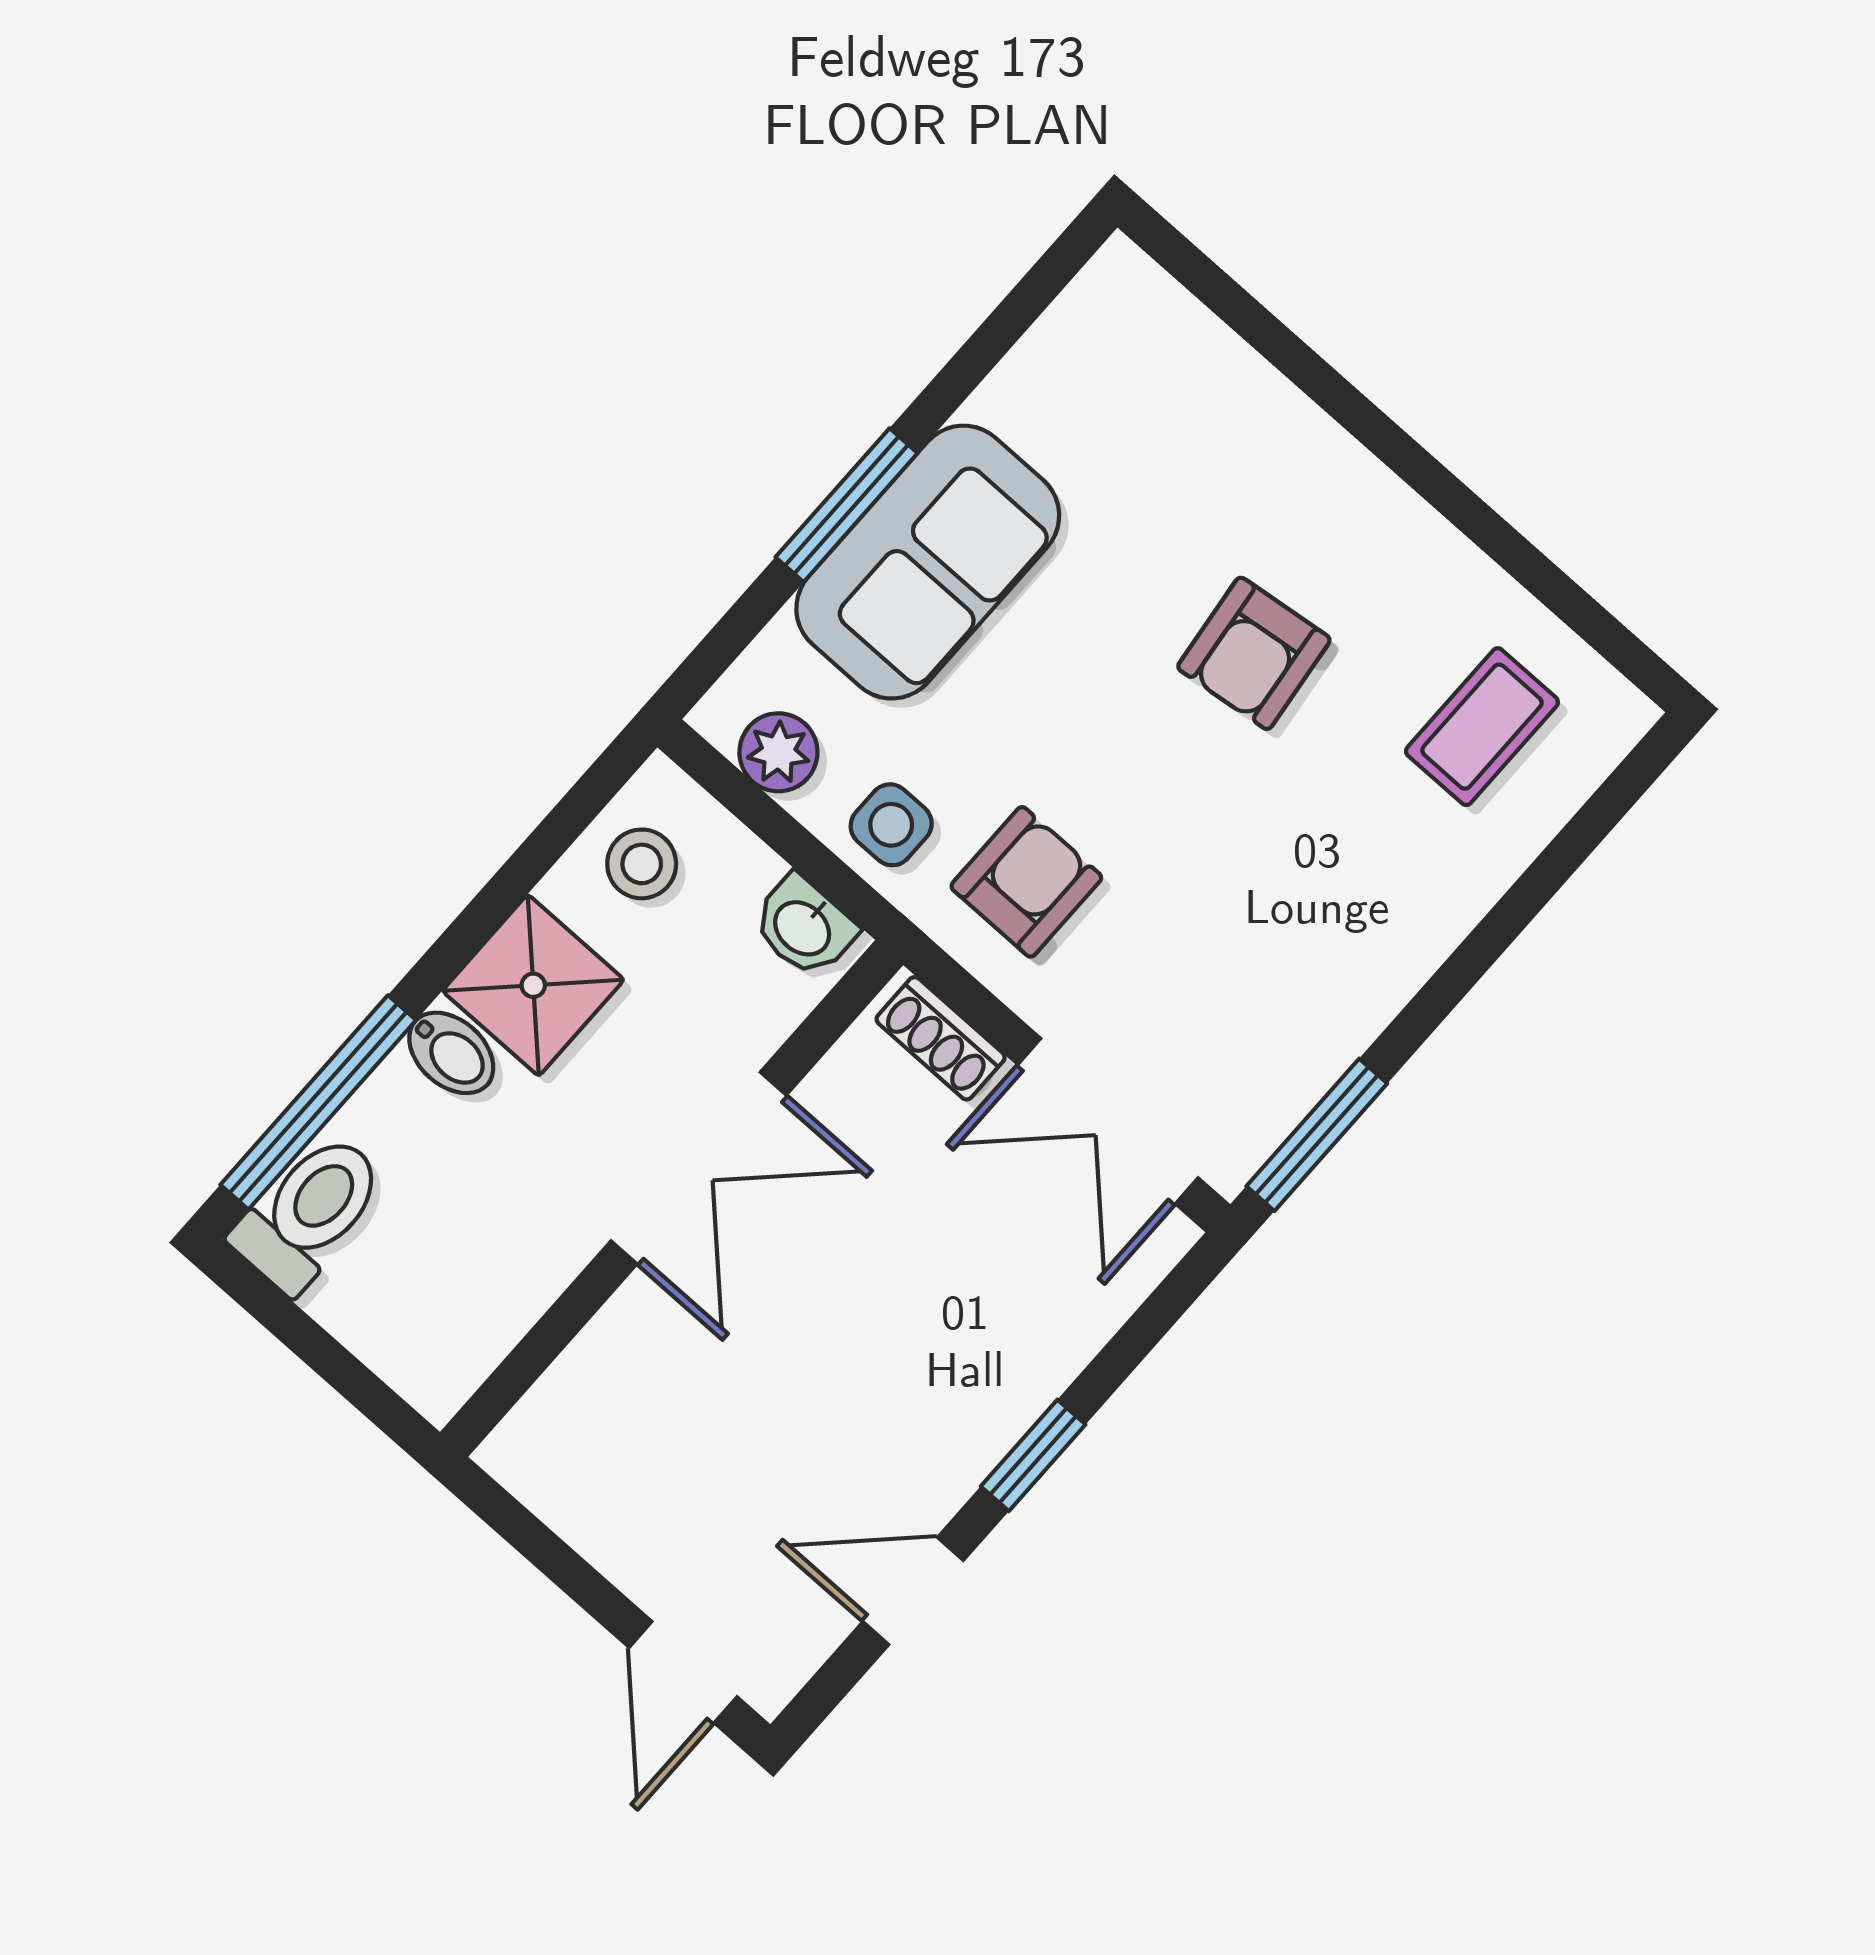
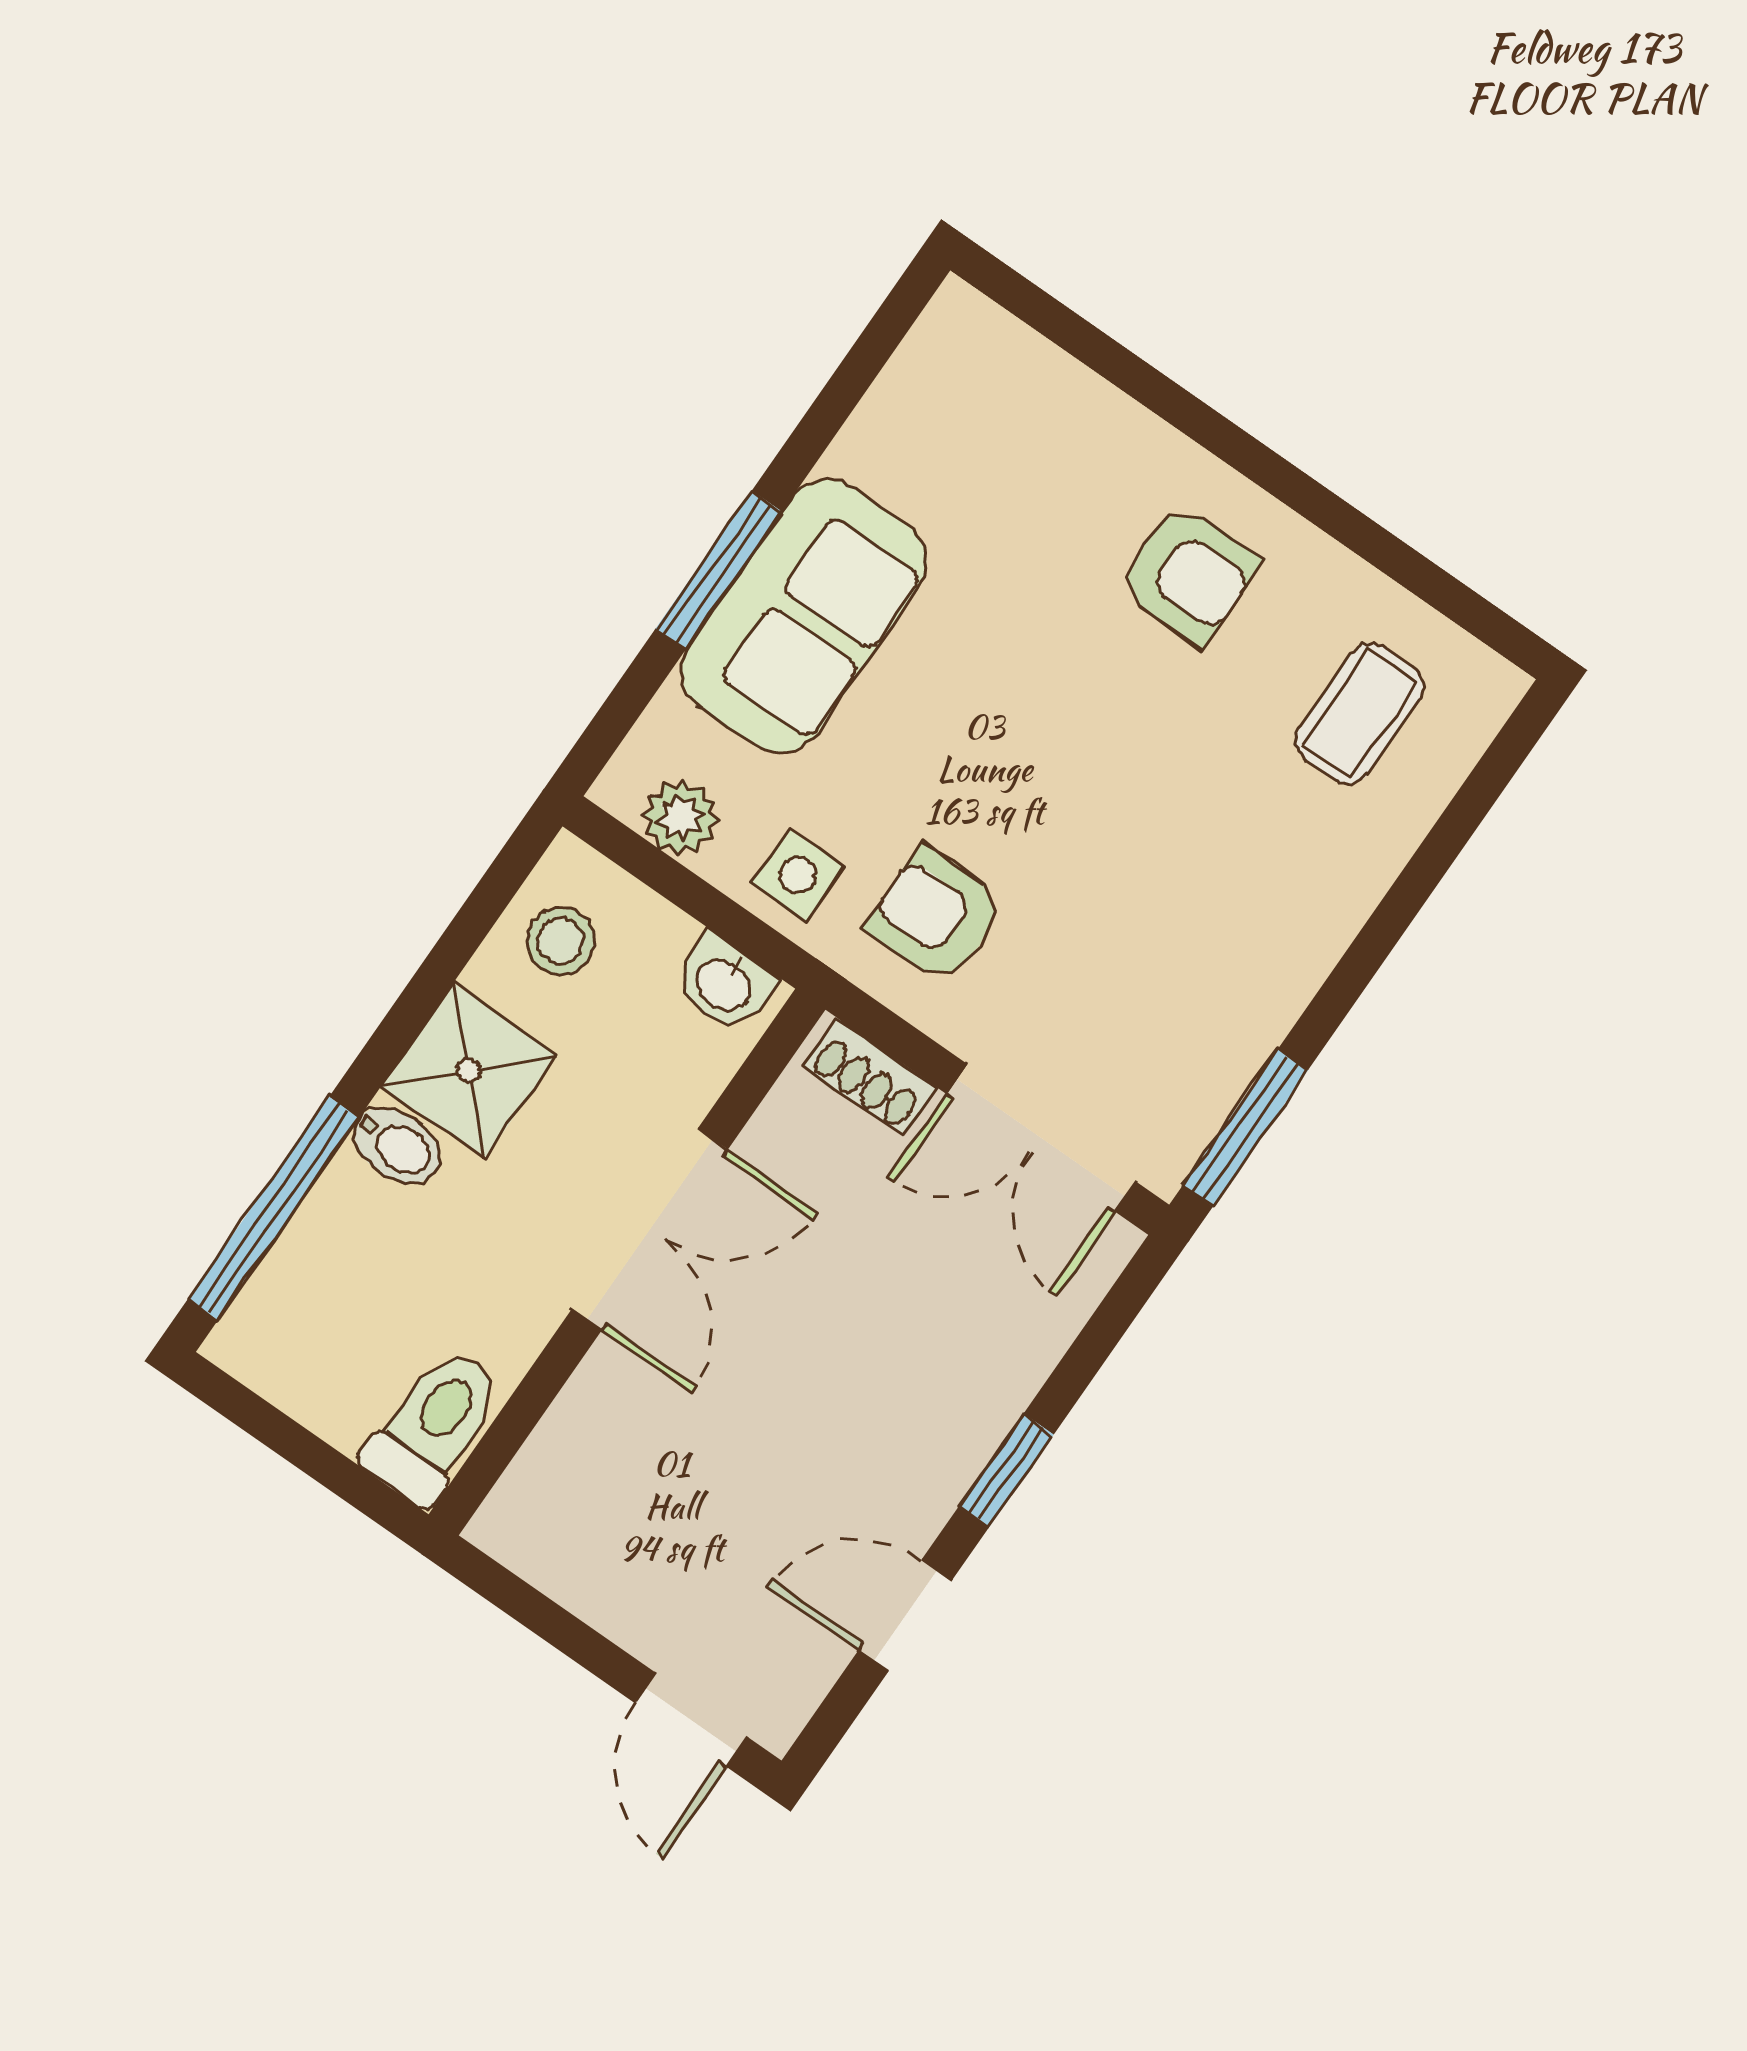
armchair: (1254, 653) -> (1189, 574), moved, turned -83
armchair: (1026, 882) -> (935, 915), turned -90
toilet: (309, 1212) -> (434, 1426), moved

